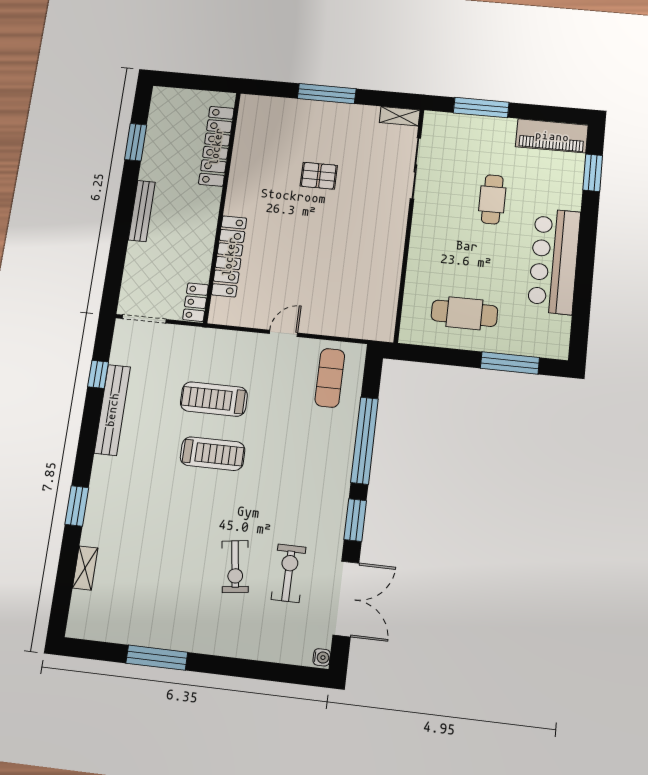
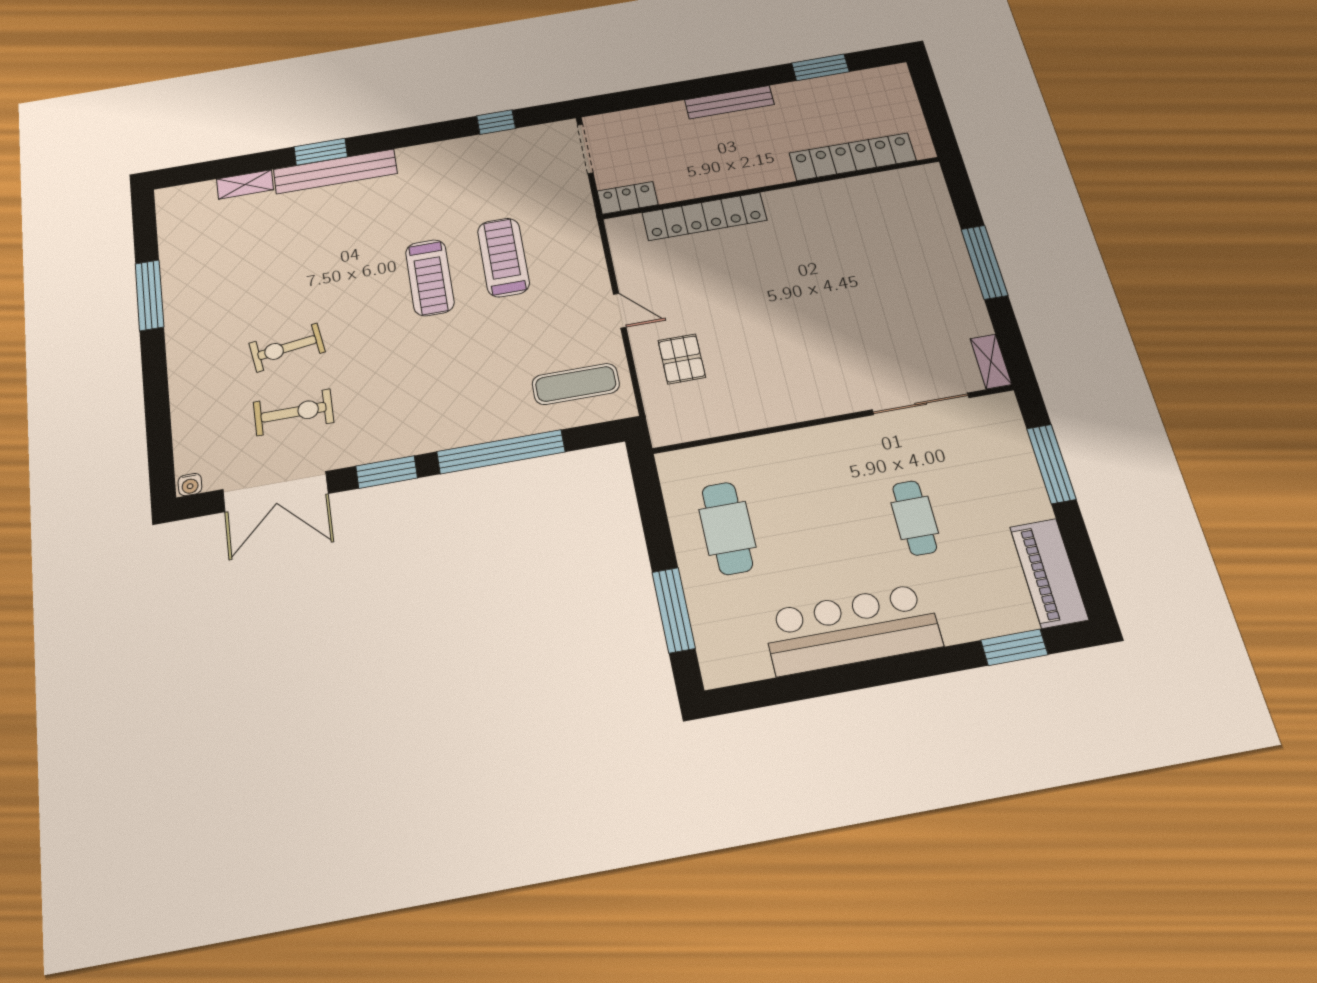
pallet: (319, 176) -> (682, 359), moved
cafe table: (492, 199) -> (915, 518), turned 90
bench: (112, 410) -> (335, 171), moved

